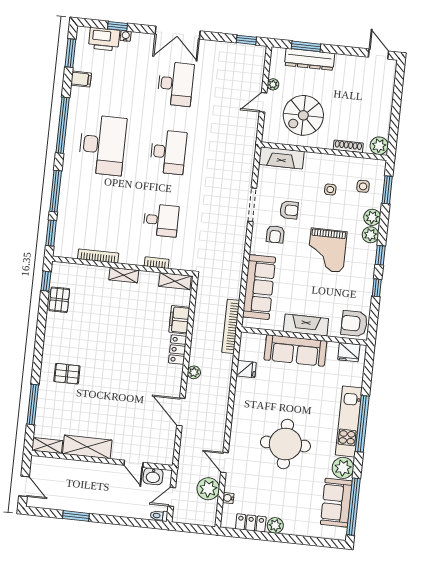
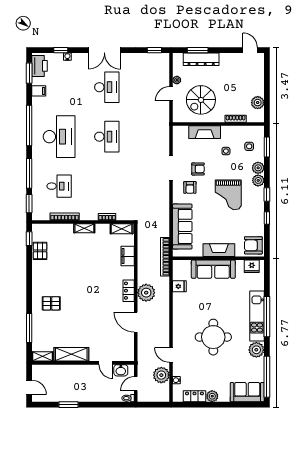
printer: (104, 39) -> (39, 66), moved, turned -90
plant: (379, 146) -> (258, 103), moved
fireplace: (281, 158) -> (205, 132), moved
desk: (161, 220) -> (59, 186), moved
locker: (178, 350) -> (129, 291), moved
plant: (194, 372) -> (146, 293), width x1.88, depth x1.88
sofa: (336, 503) -> (247, 392), moved, turned 90

